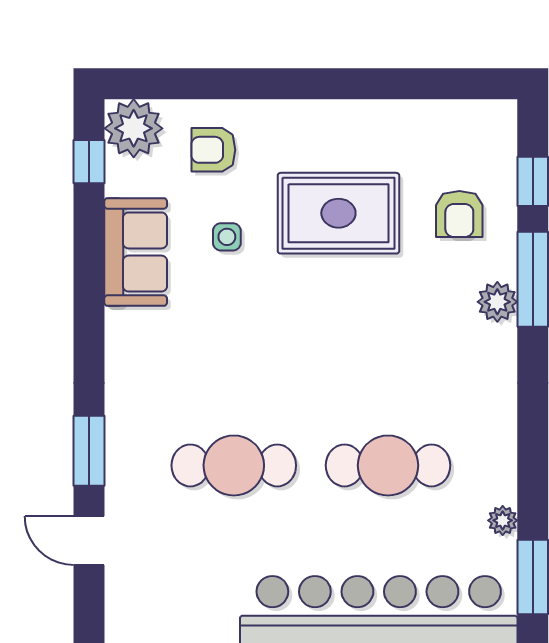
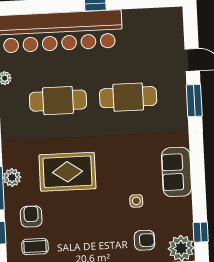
coffee table: (454, 148) -> (35, 247), added
rug: (338, 213) -> (67, 172), moved
sofa: (136, 252) -> (176, 172), moved

